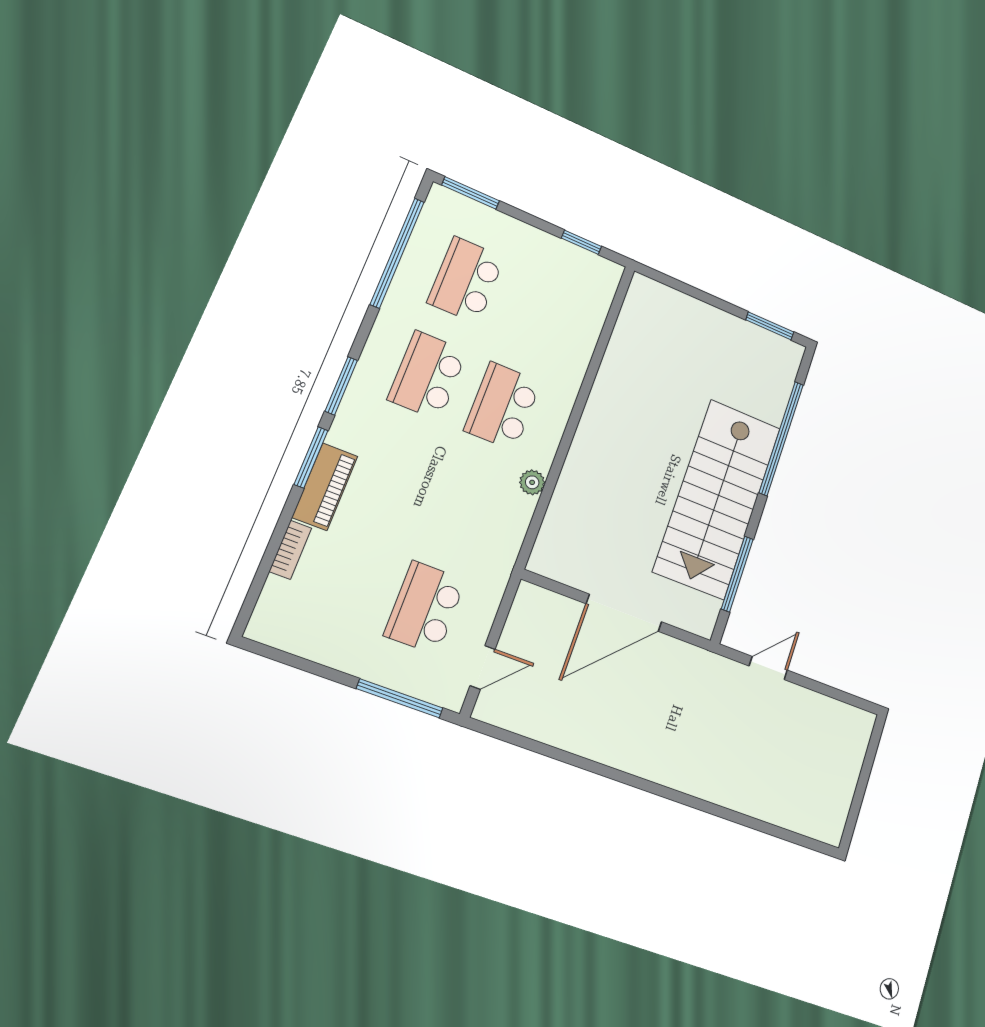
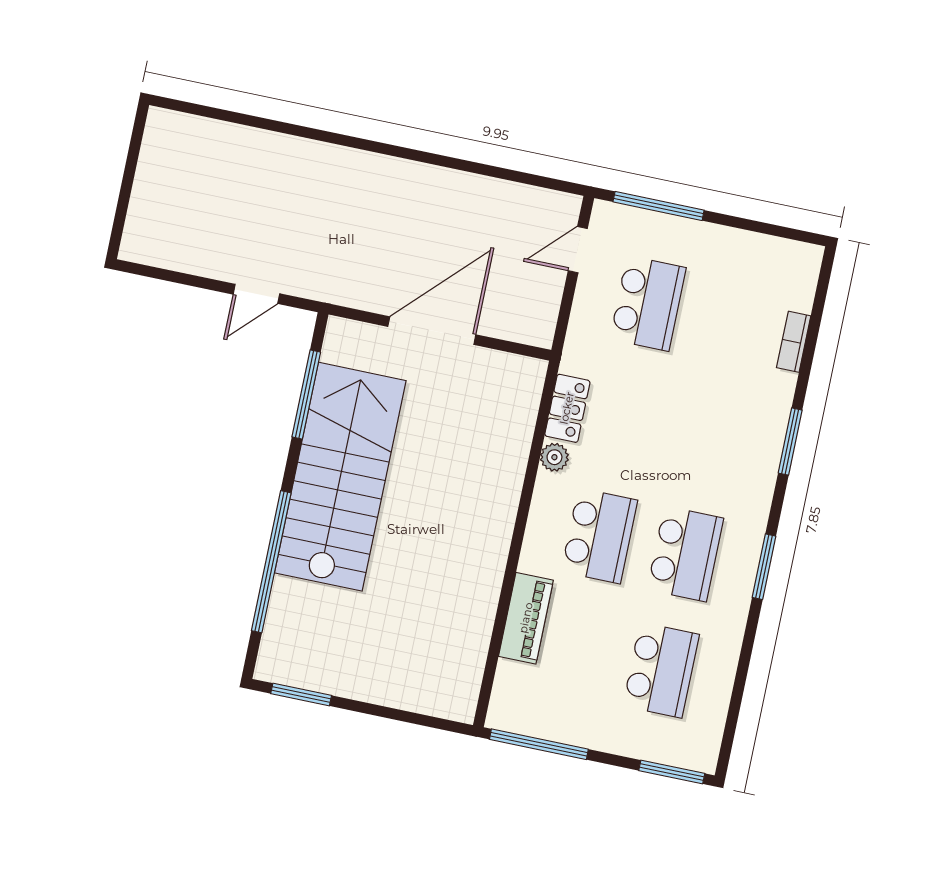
window: (581, 242) -> (539, 744), width x2.17
window: (397, 253) -> (739, 684), removed
window: (341, 386) -> (764, 567), moved
piano: (325, 487) -> (526, 618), moved, turned 180
locker: (514, 524) -> (567, 408), added

